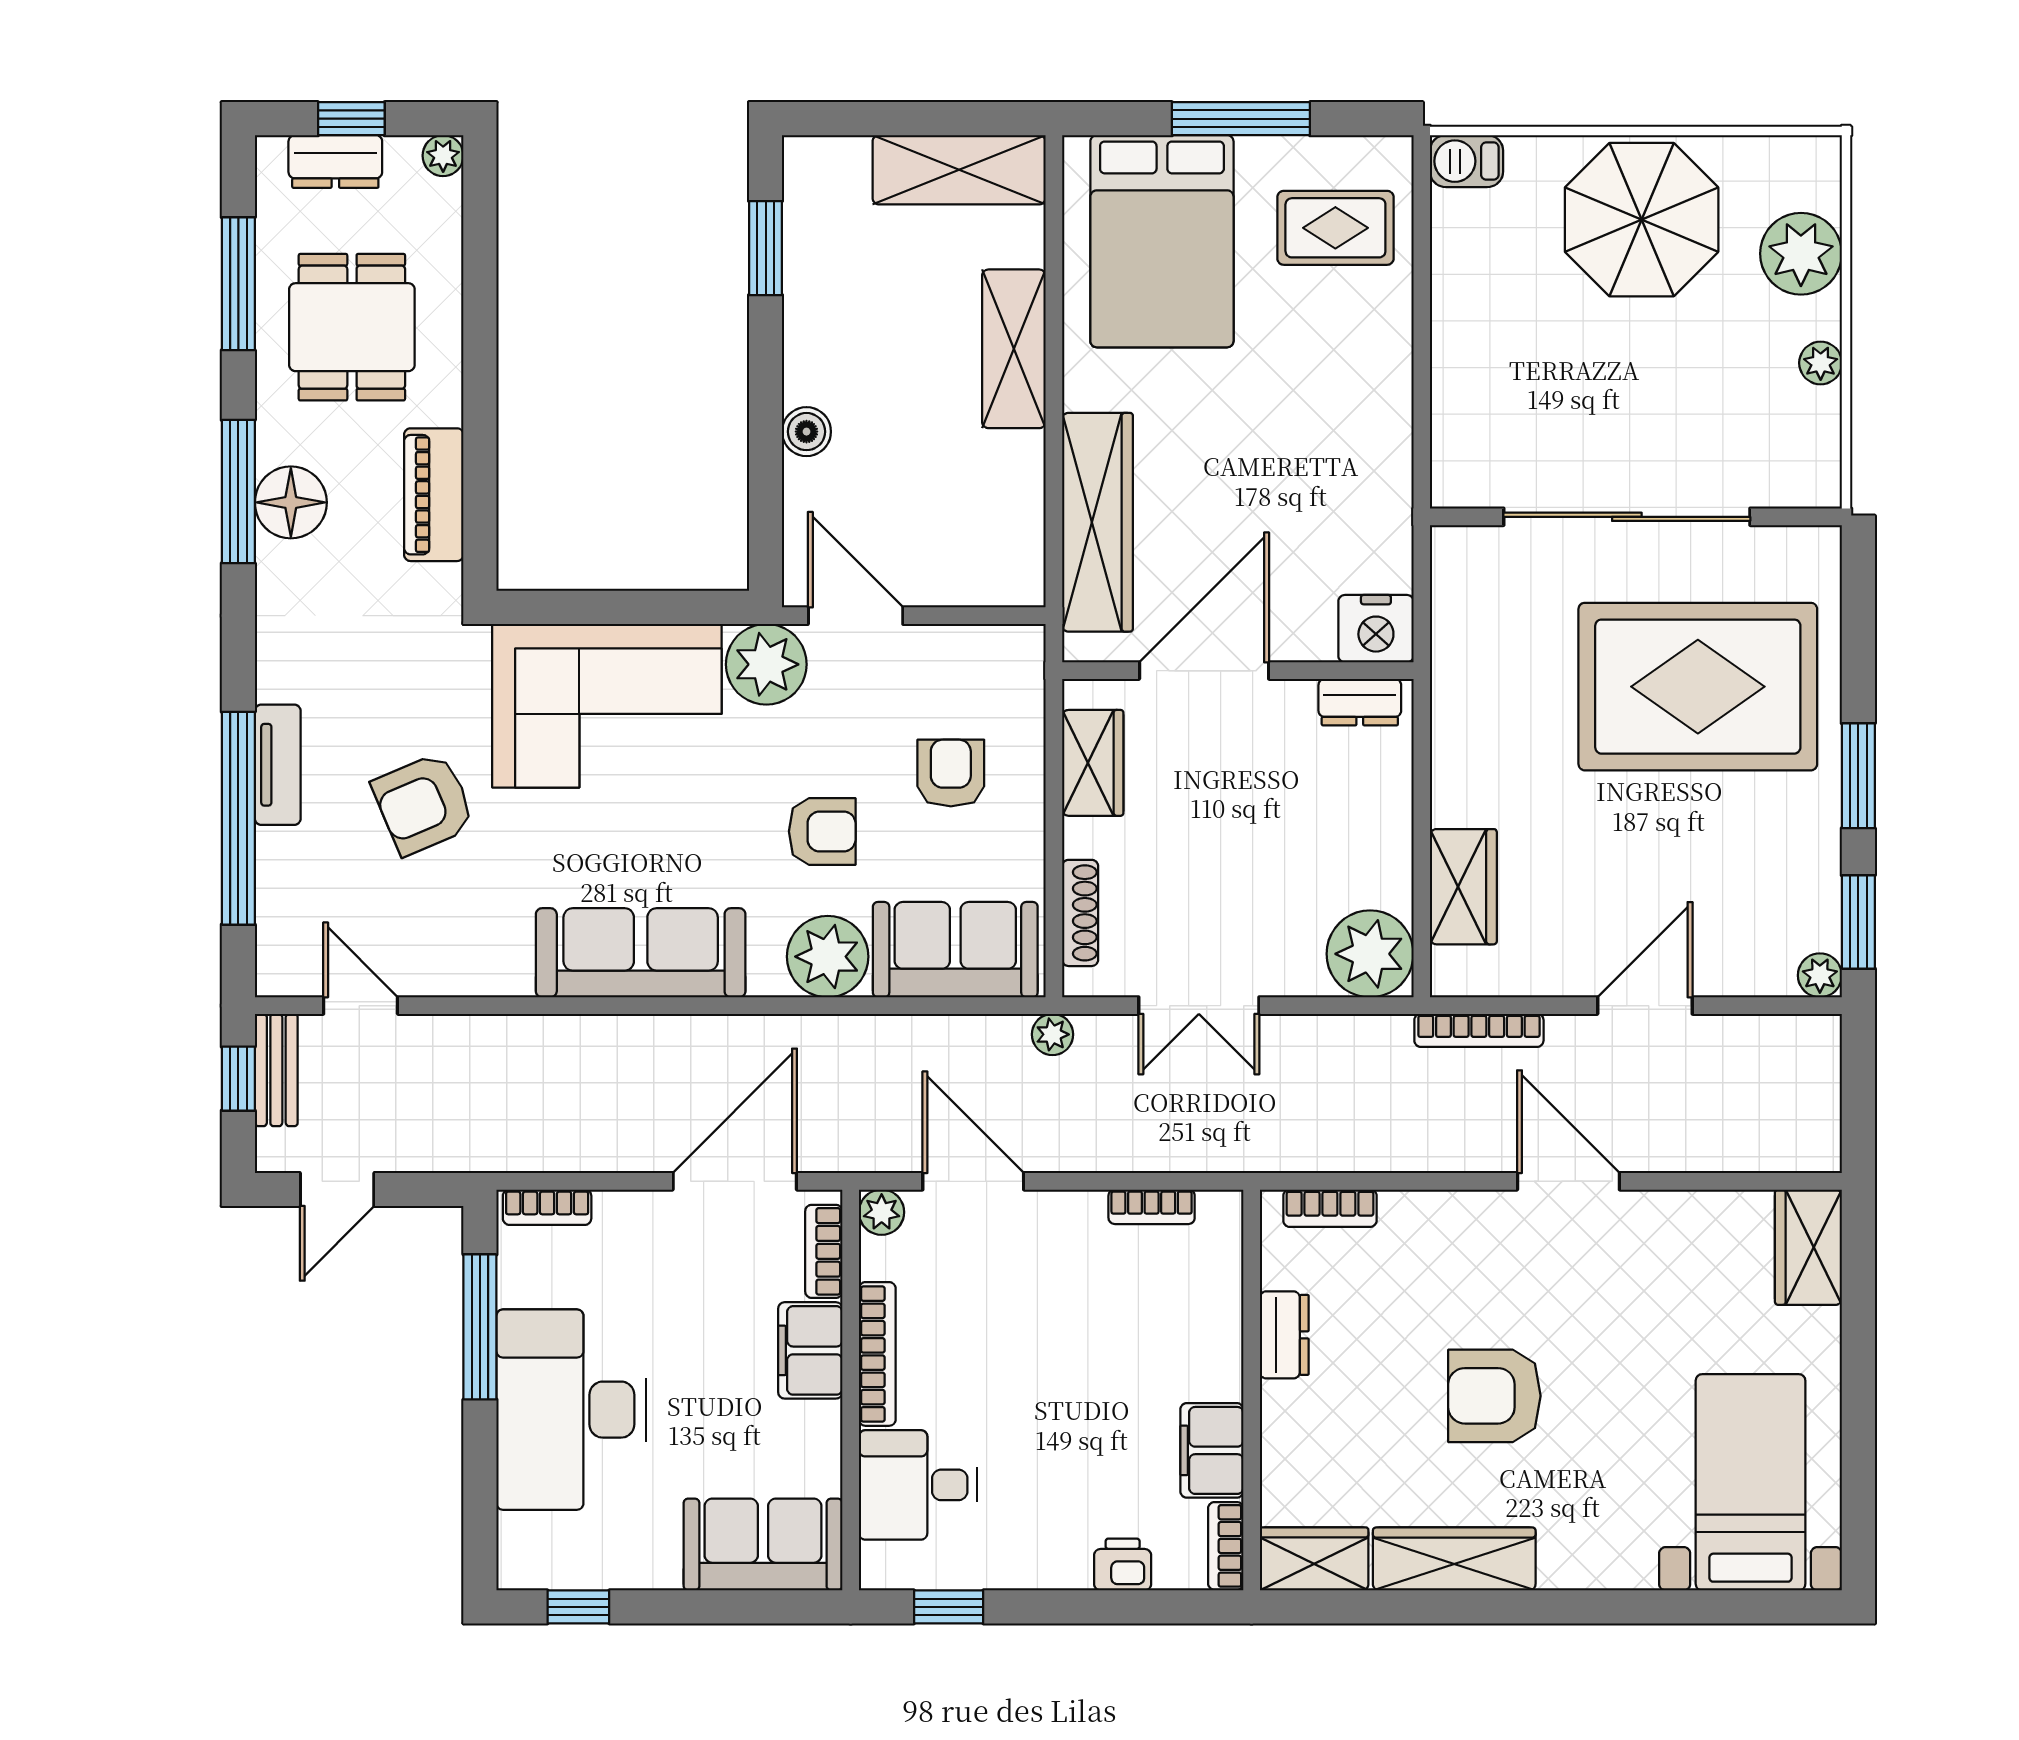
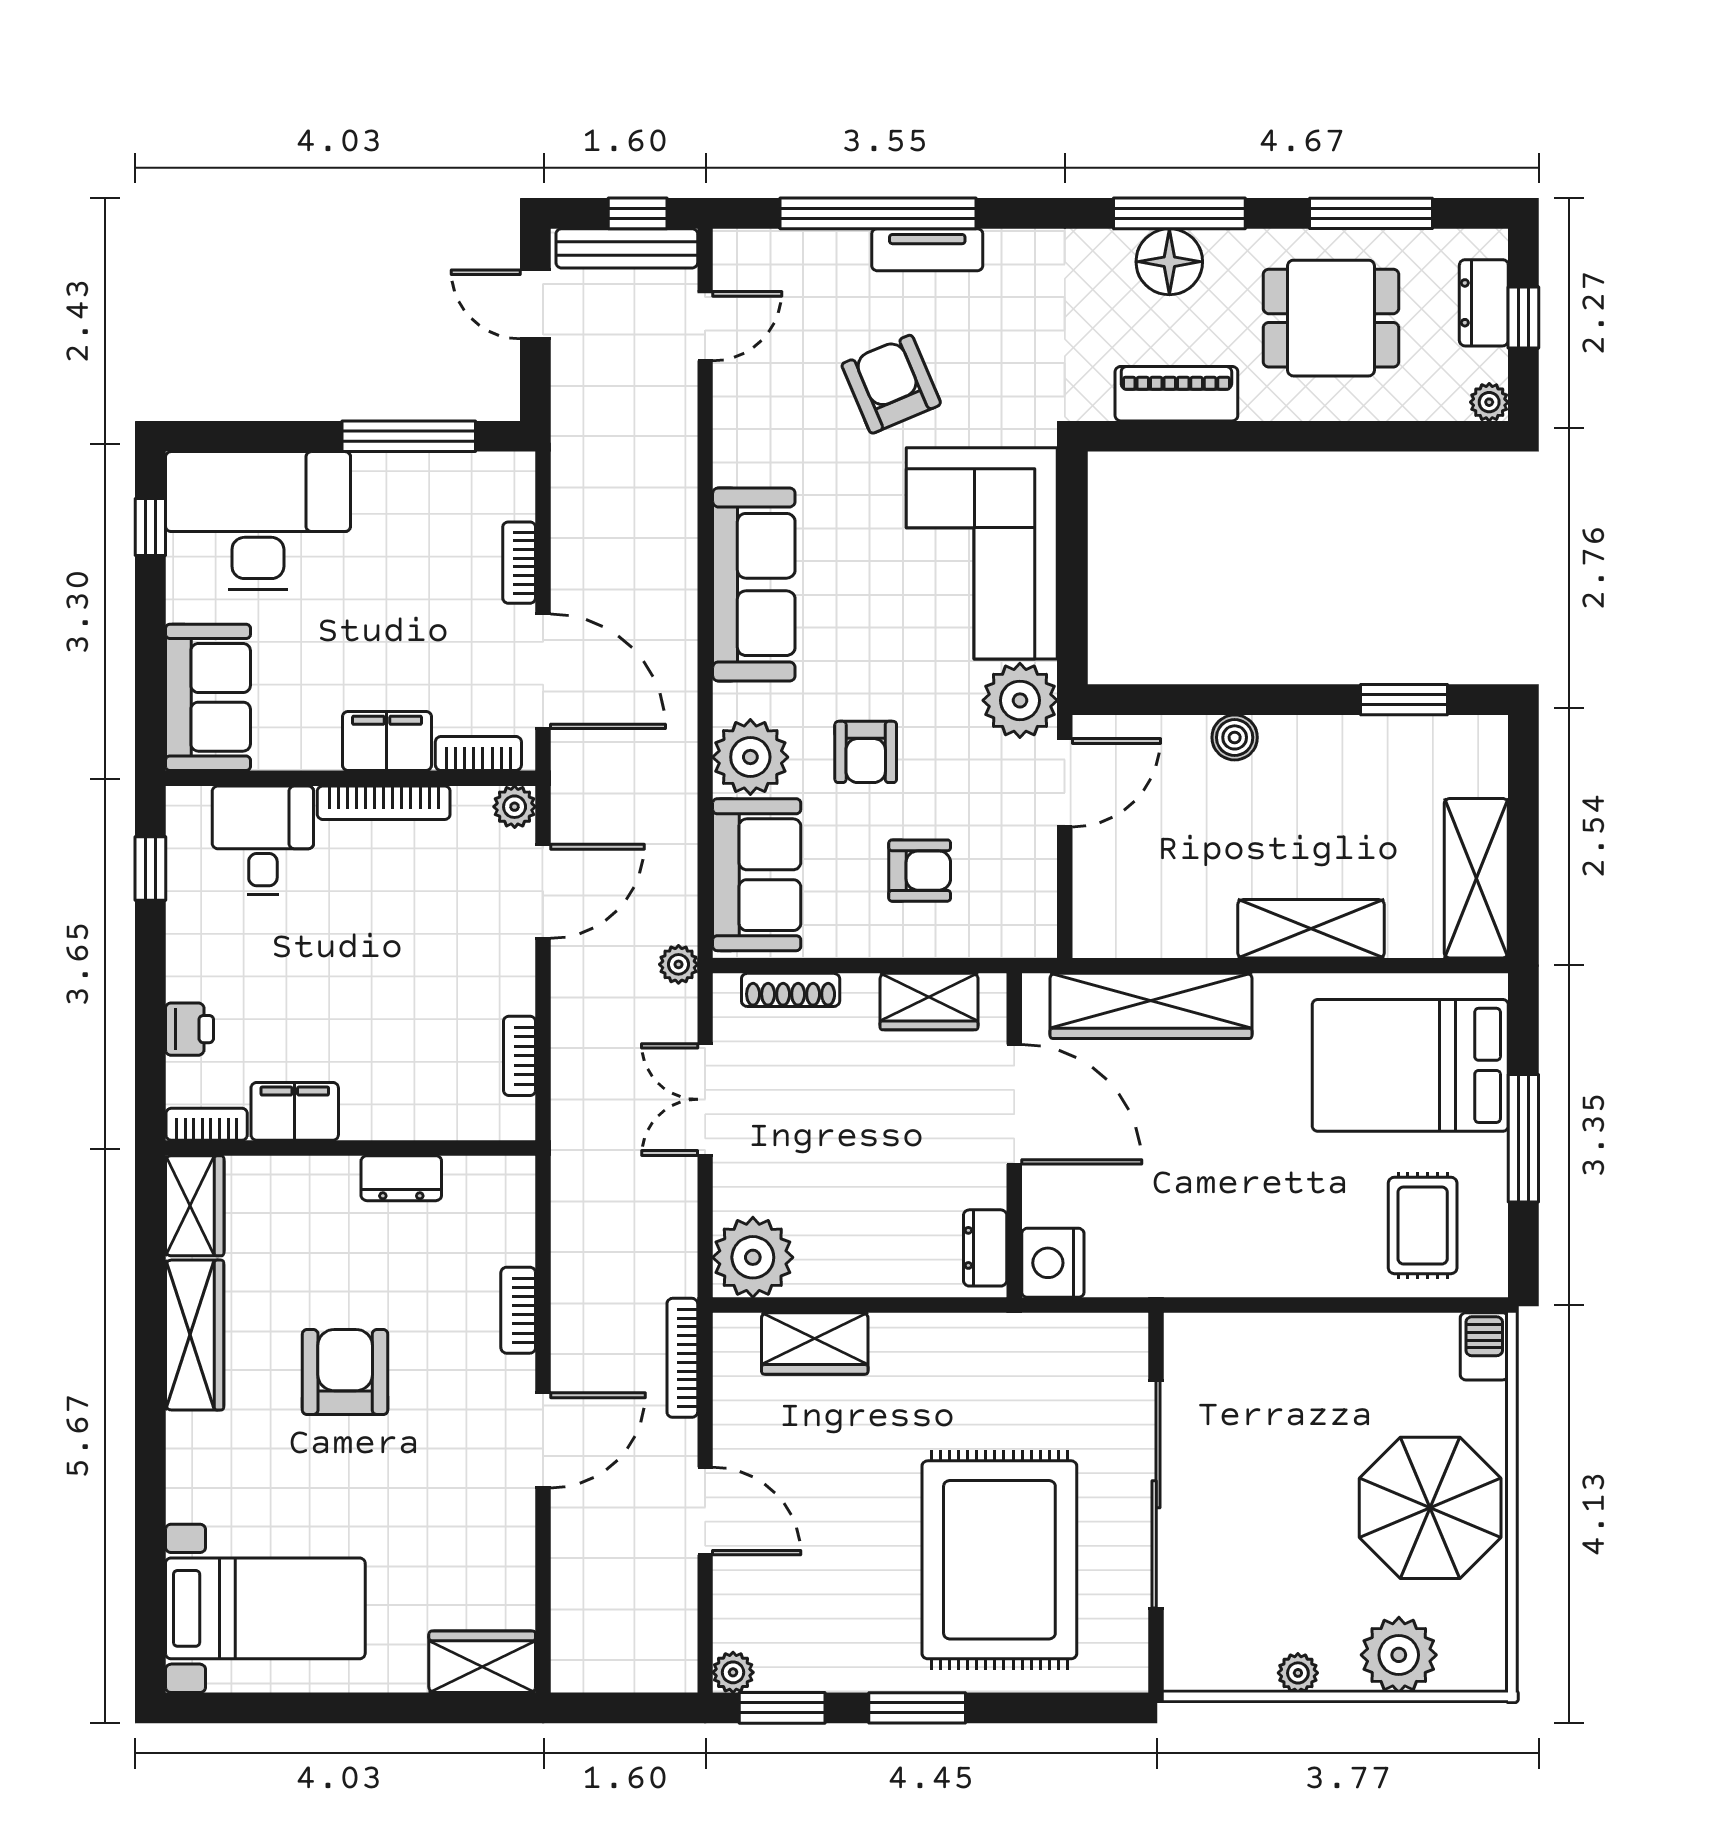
bench: (276, 1070) -> (627, 248), width x1.36
bookcase: (547, 1207) -> (519, 563), moved
bookcase: (1330, 1208) -> (518, 1310), moved
desk: (571, 1410) -> (258, 521), moved

